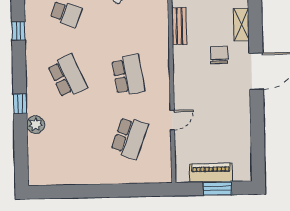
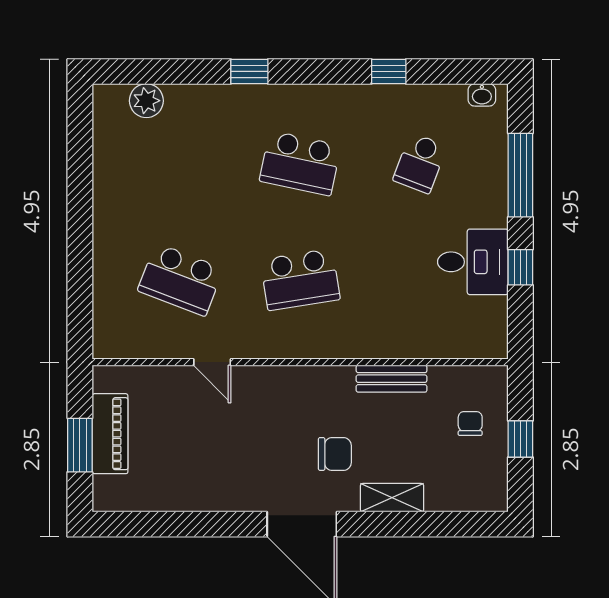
school desk: (67, 76) -> (300, 163), turned 36
plant: (36, 125) -> (146, 101), moved

